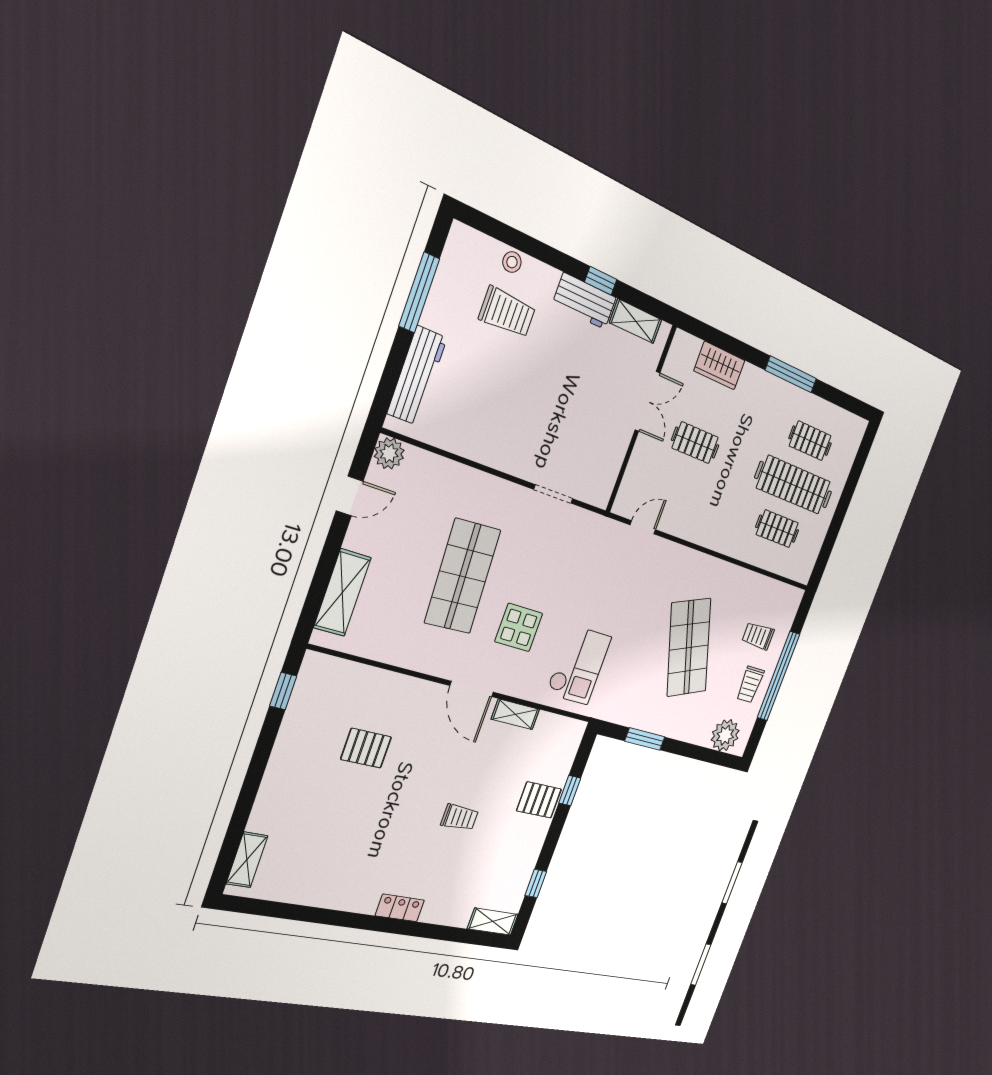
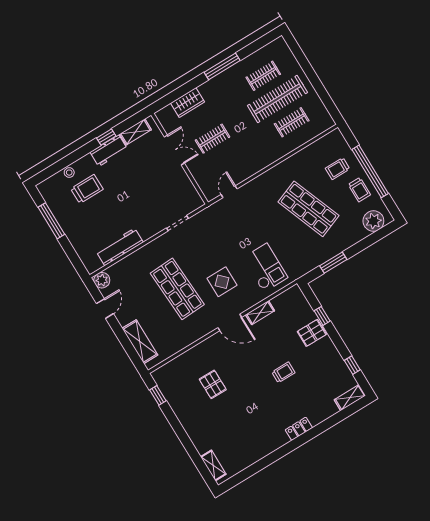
workbench: (417, 376) -> (120, 247), moved, turned -90
pallet: (366, 748) -> (213, 384), turned 90

